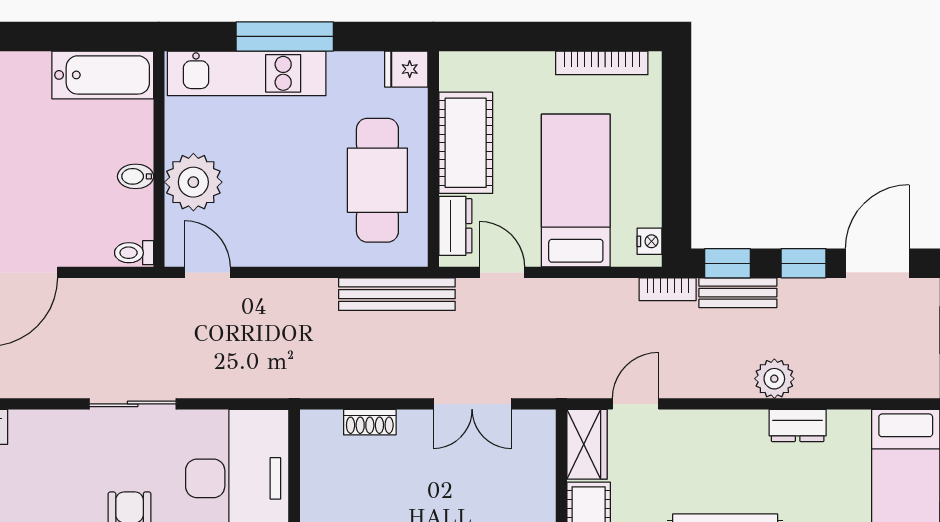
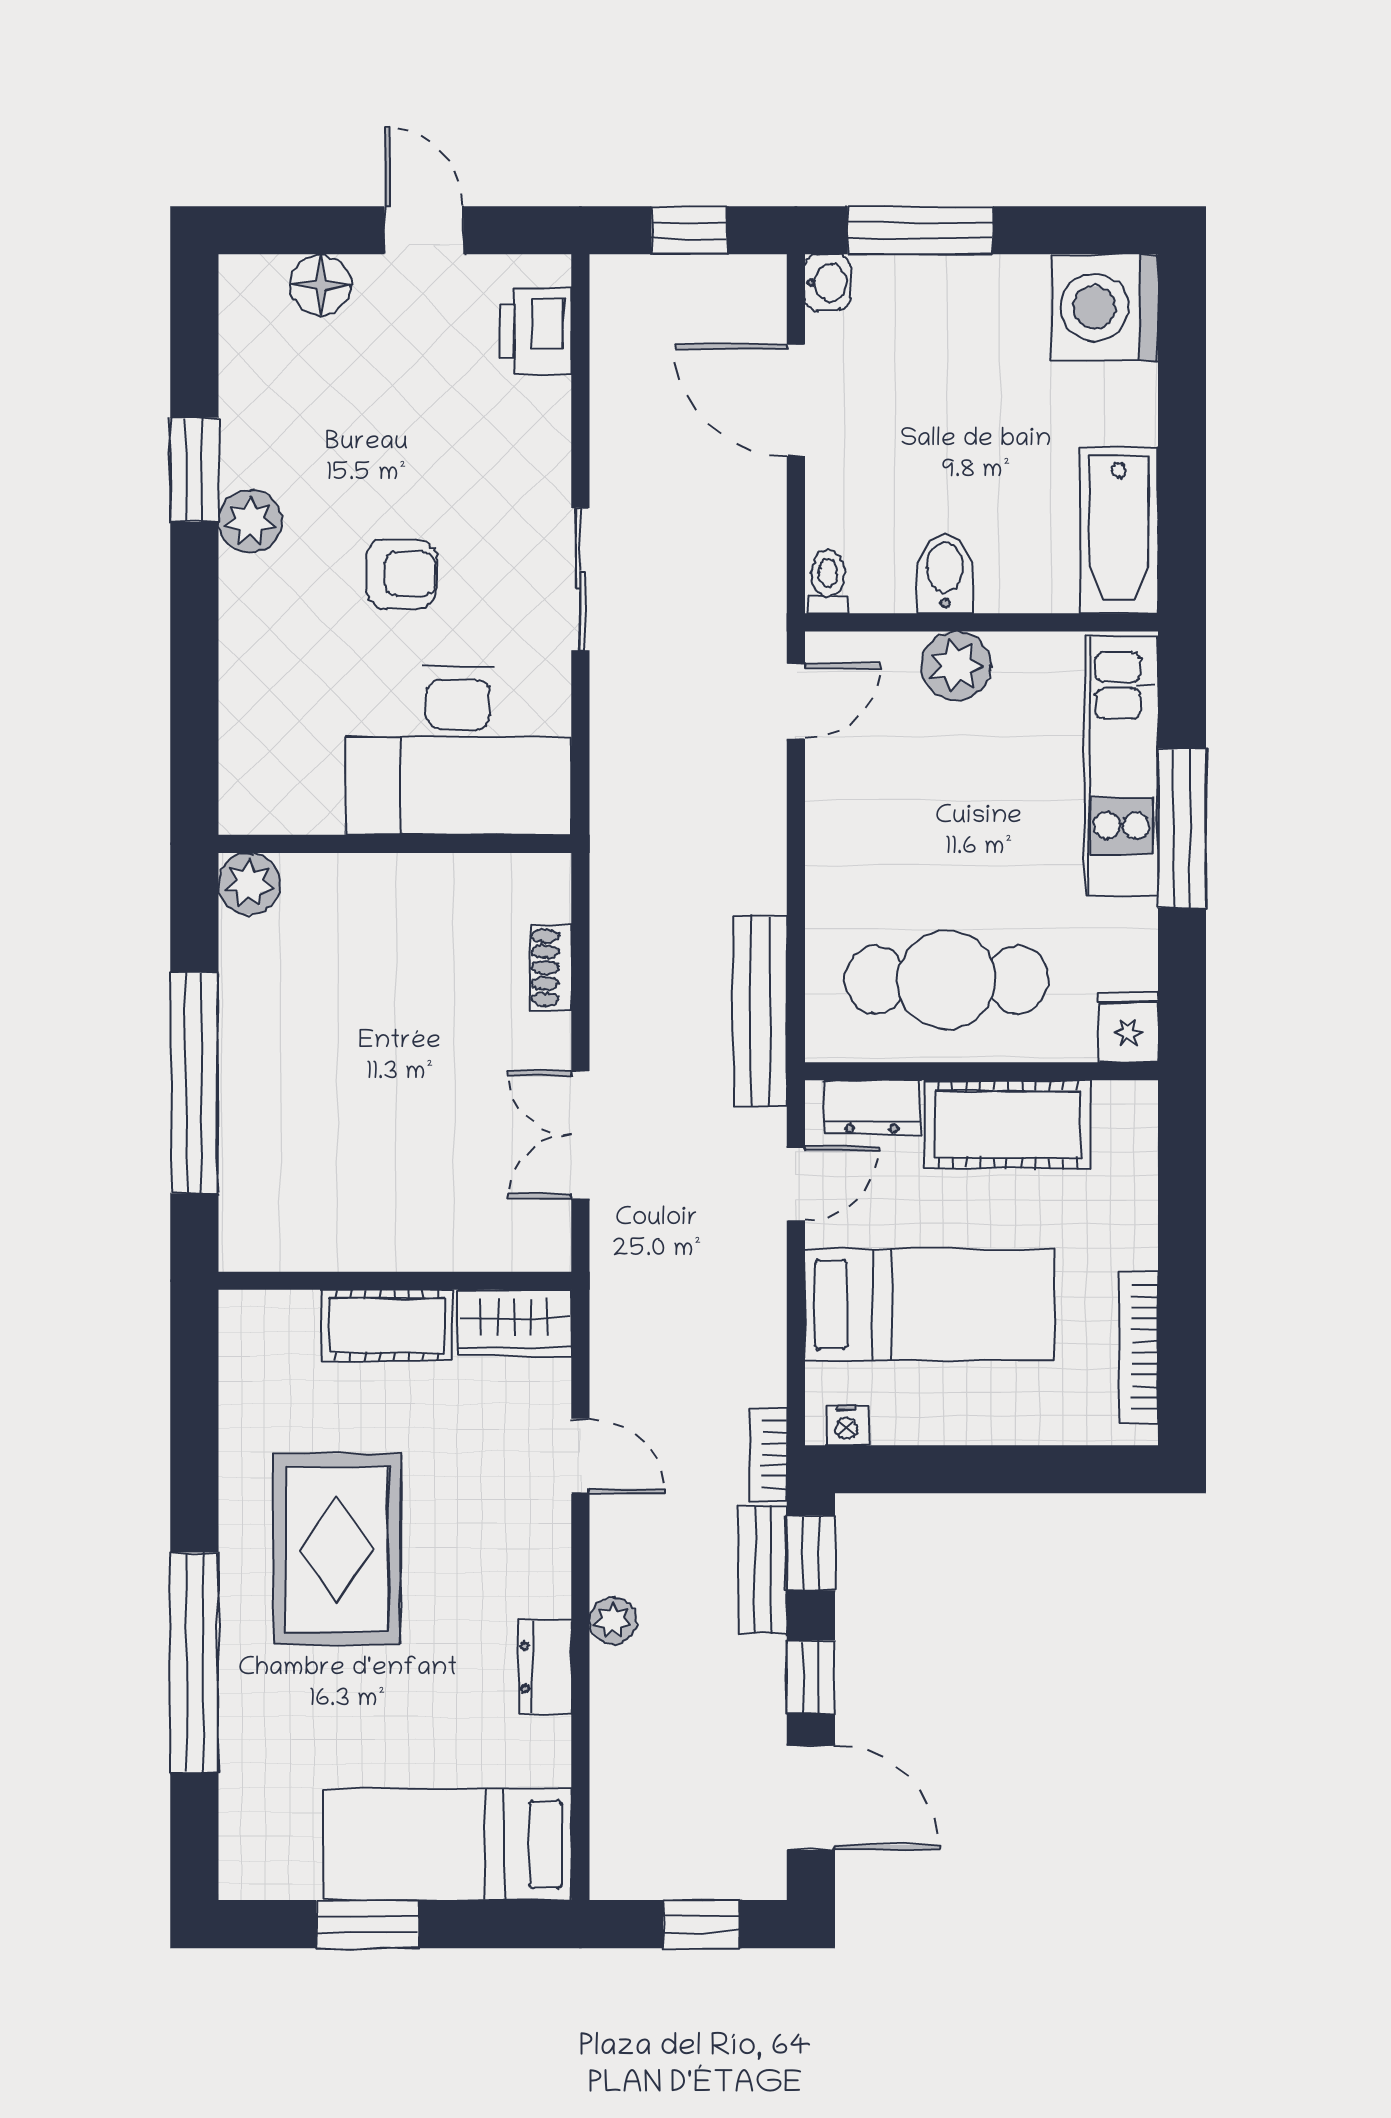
bidet: (135, 176) -> (945, 573), width x1.38, depth x1.36
plant: (193, 182) -> (956, 666), width x0.73, depth x0.73
plant: (774, 379) -> (613, 1621), width x0.73, depth x0.73
door: (635, 404) -> (580, 1456), moved

